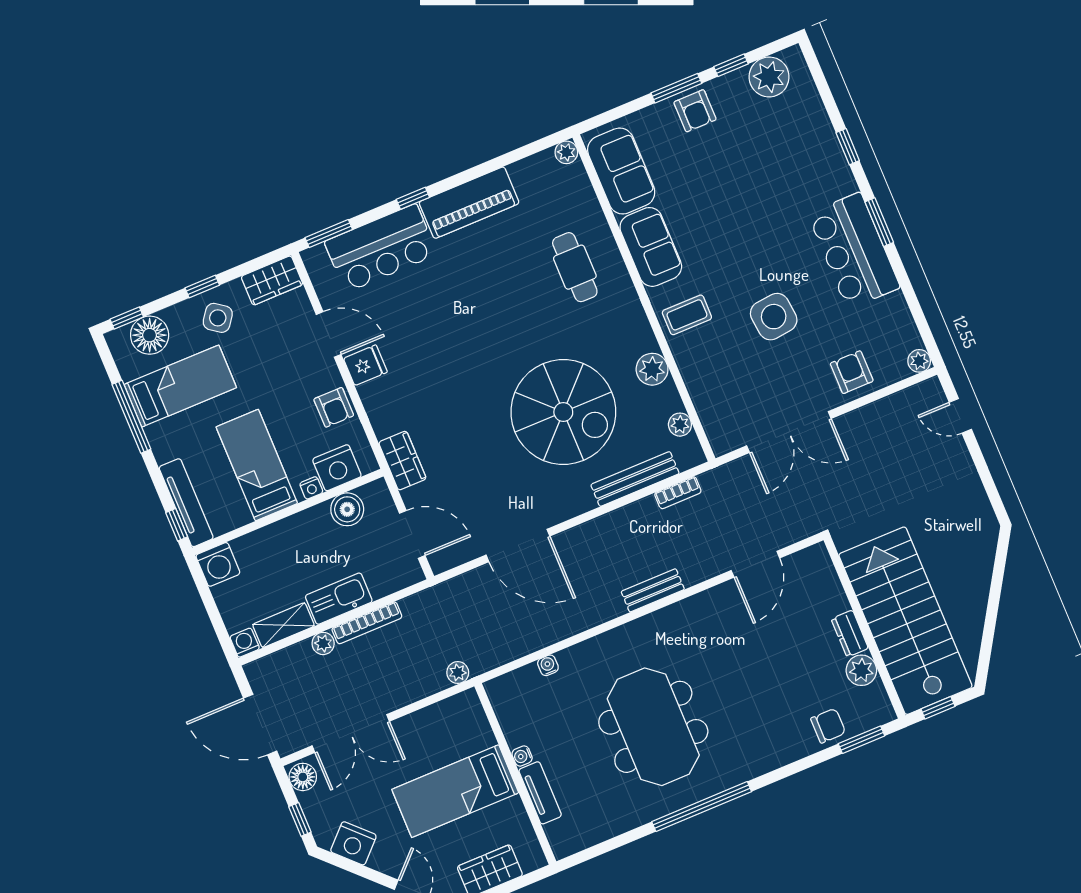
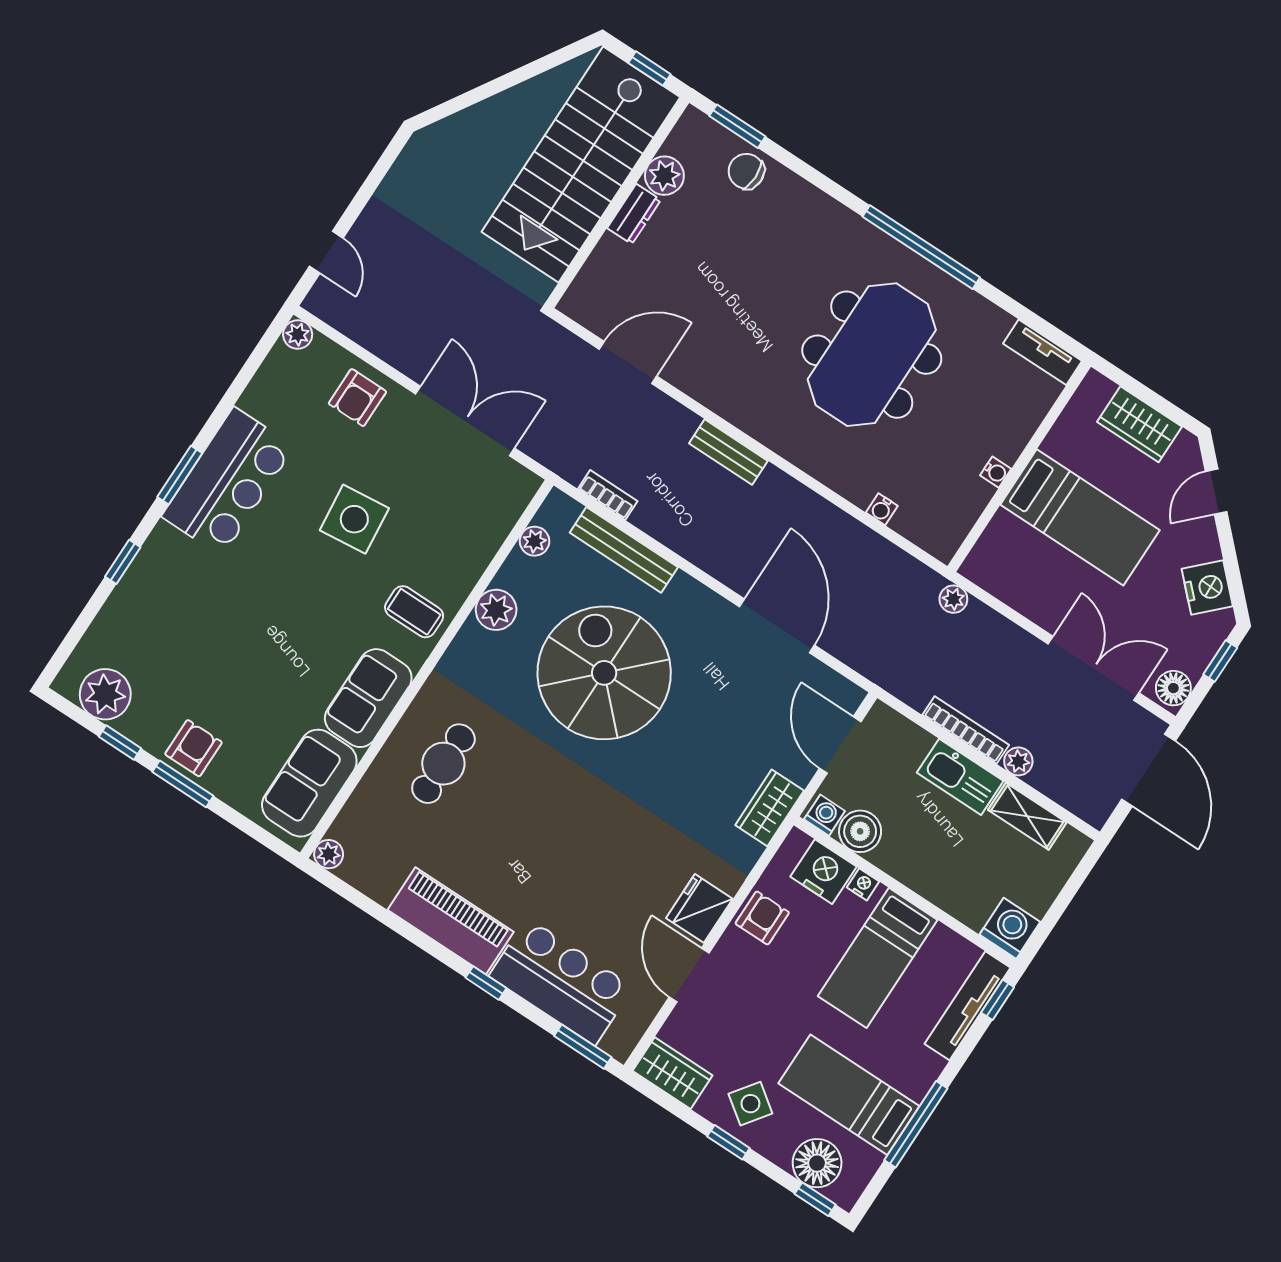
fridge: (365, 365) -> (699, 908), width x1.38
washing machine: (245, 643) -> (825, 815), moved, turned 180
tv unit: (540, 793) -> (1042, 352), moved, turned -90

